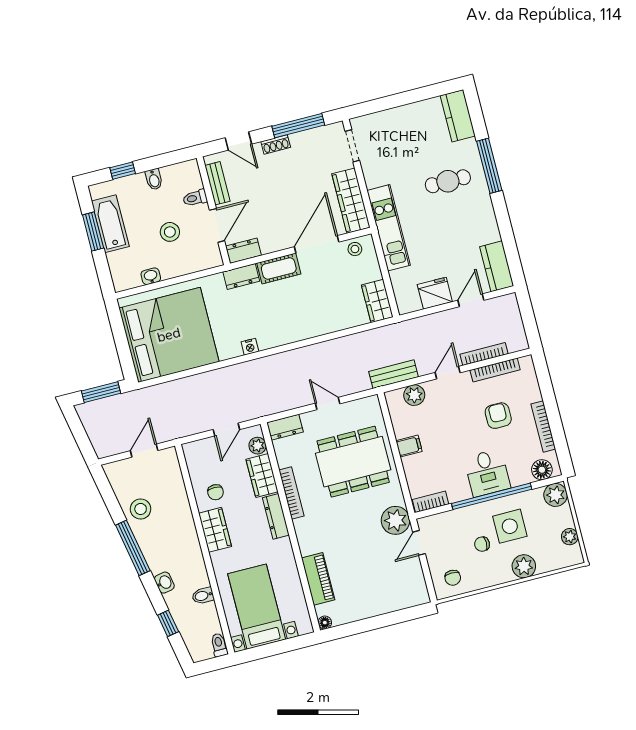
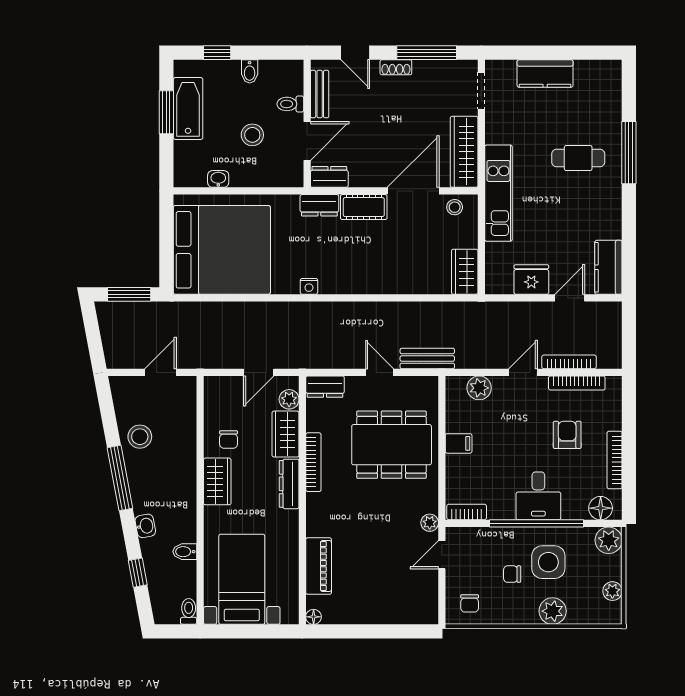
kitchen counter: (458, 116) -> (545, 74), moved, turned -90
bench: (393, 374) -> (427, 358), moved
plant: (395, 520) -> (430, 523), width x0.53, depth x0.53

